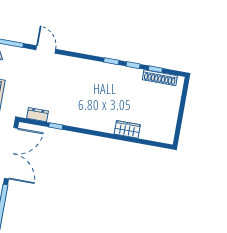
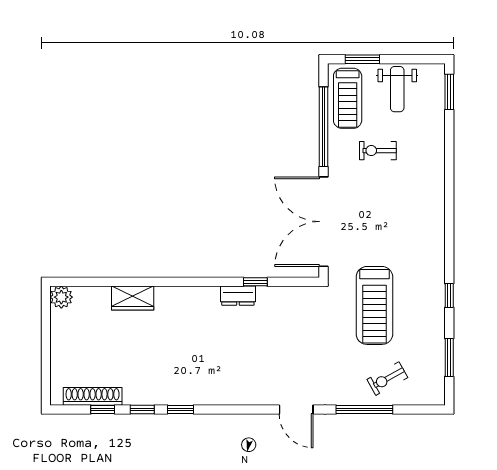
dresser: (37, 115) -> (238, 296), moved
plant: (168, 137) -> (61, 297), added

